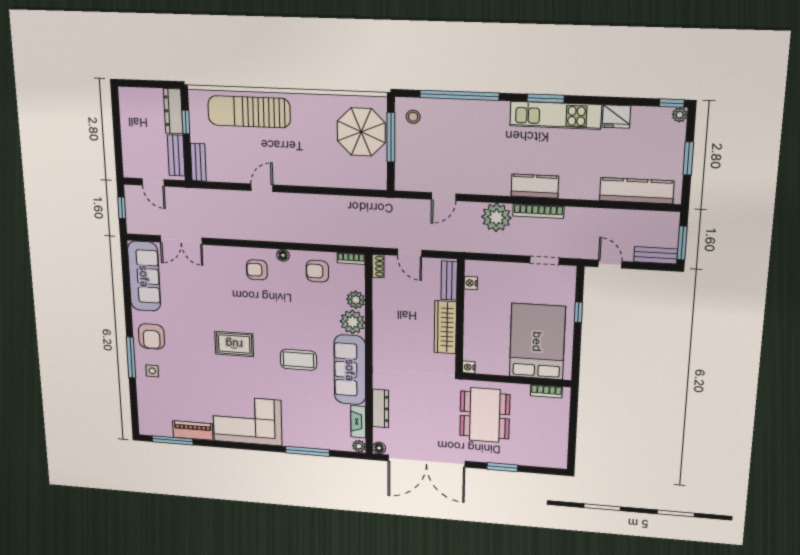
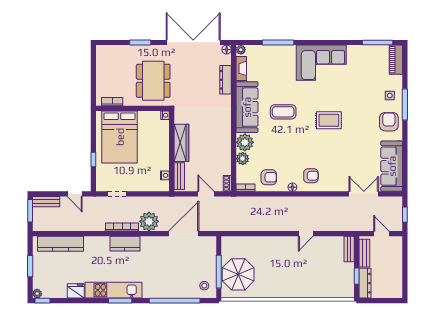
sun lounger: (249, 112) -> (313, 285), removed
door: (444, 197) -> (184, 234), width x1.88
piano: (193, 431) -> (396, 60), moved, turned 90

